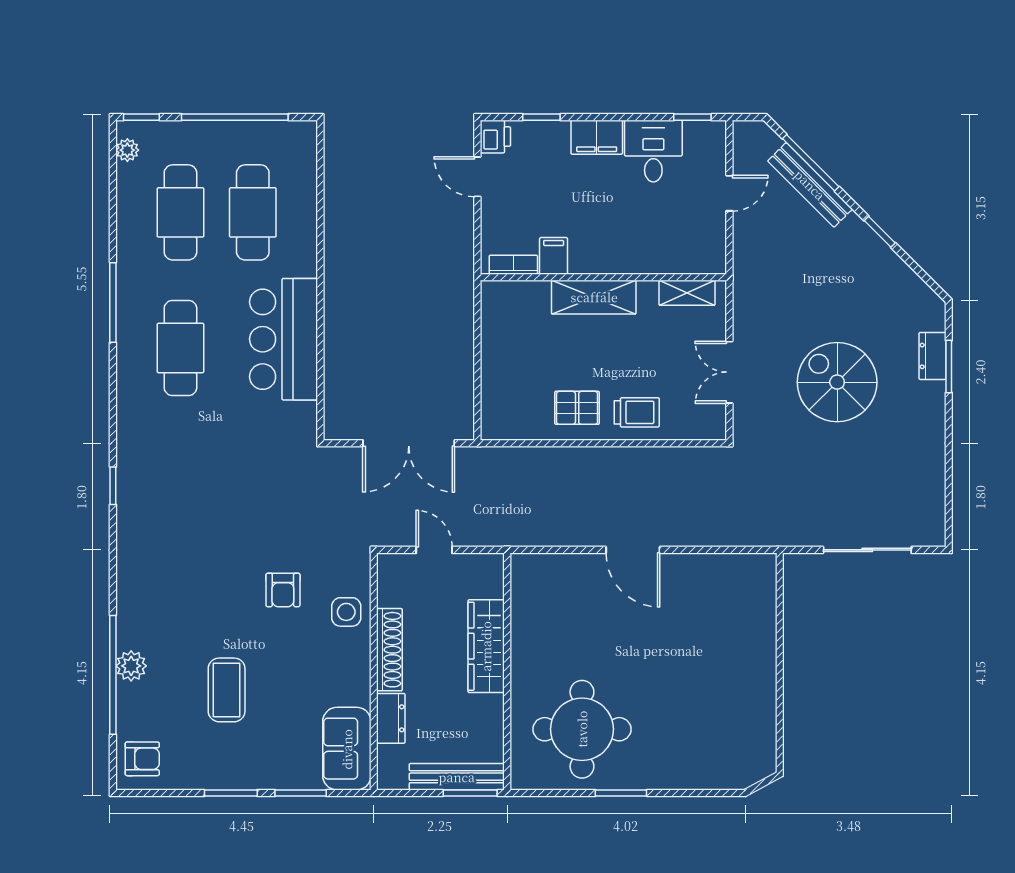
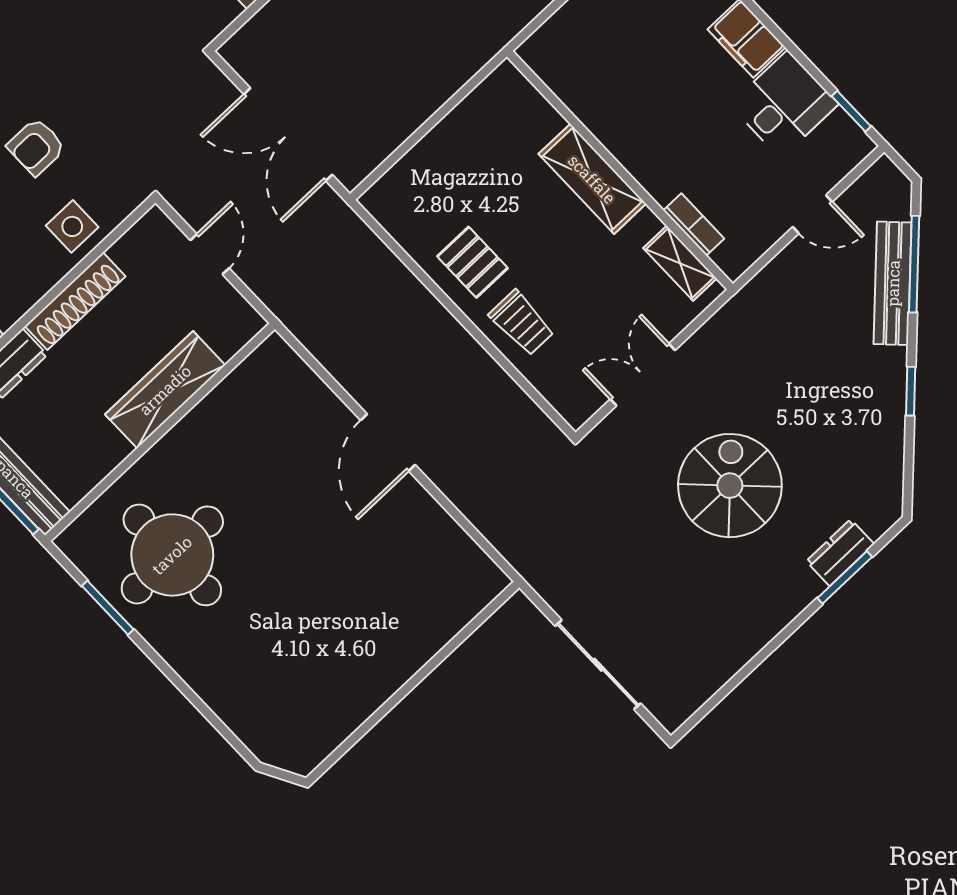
filing cabinet: (554, 256) -> (595, 104), removed
bookcase: (513, 265) -> (694, 224), moved
window: (621, 793) -> (108, 608), moved

